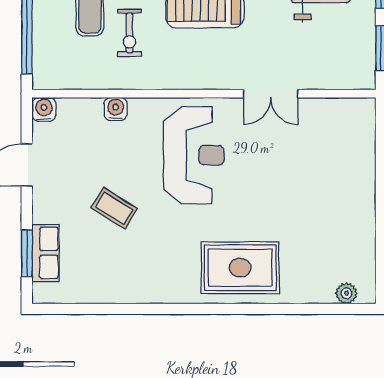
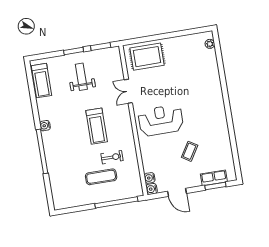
double door: (271, 94) -> (128, 91), swing flipped
water cooler: (116, 109) -> (150, 178), moved
rug: (240, 268) -> (147, 57), moved, turned 90

